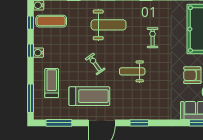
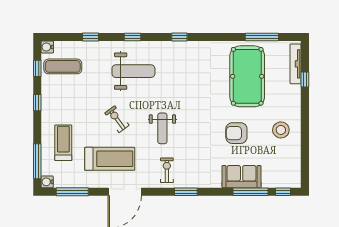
exercise bike: (153, 38) -> (167, 170), moved
water cooler: (38, 53) -> (47, 182), moved
weight bench: (132, 71) -> (162, 128), turned -90
window: (139, 123) -> (186, 192), moved

